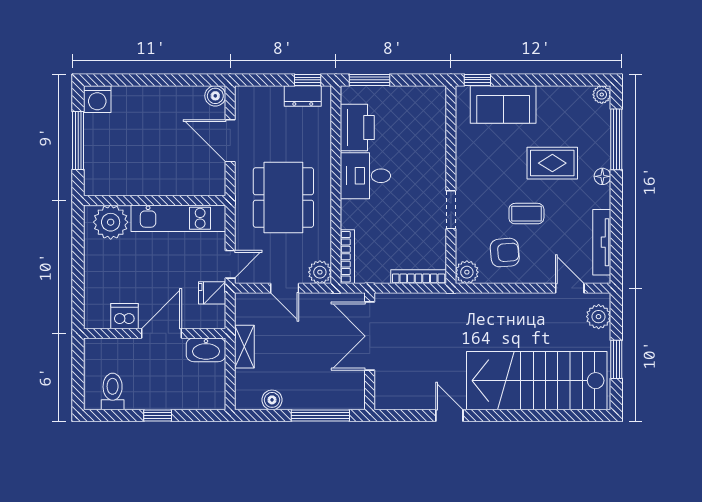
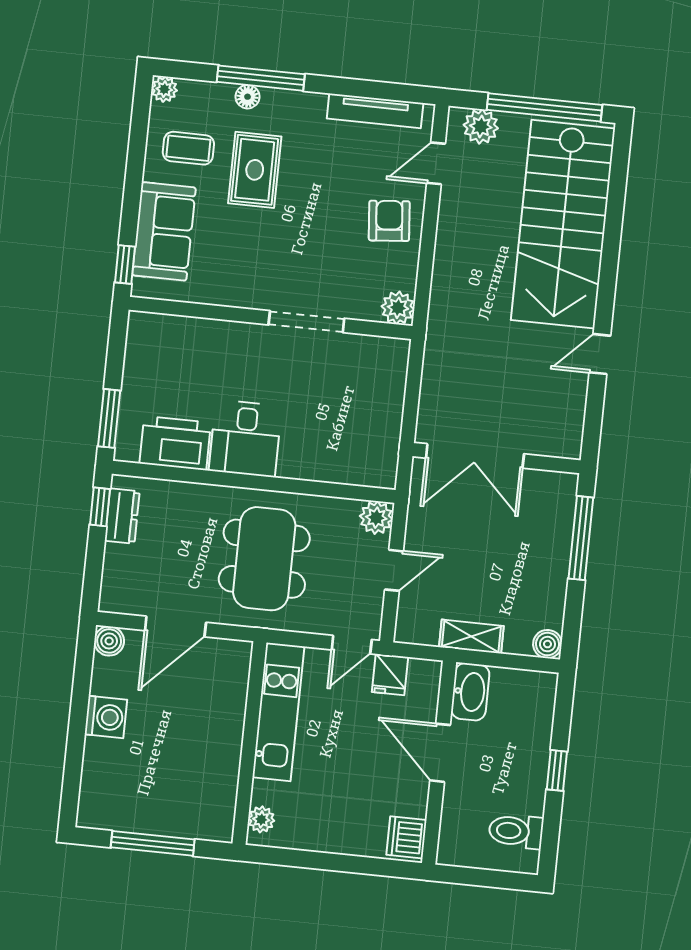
washing machine: (97, 99) -> (106, 717), moved
window: (616, 139) -> (261, 78), moved
floor lamp: (602, 176) -> (248, 97), moved
dining table: (283, 197) -> (264, 559), turned 90
doorway: (451, 210) -> (306, 322), width x1.38
coffee table: (526, 214) -> (188, 148), moved, turned 90
plant: (111, 222) -> (261, 819), width x0.53, depth x0.53
armchair: (505, 253) -> (389, 221), moved
bookcase: (347, 257) -> (358, 476), removed
door: (230, 264) -> (352, 645), swing flipped
bookcase: (419, 277) -> (397, 377), removed
dishwasher: (125, 316) -> (407, 837), moved
window: (616, 359) -> (545, 107), width x2.11
boiler: (272, 400) -> (547, 644), moved

